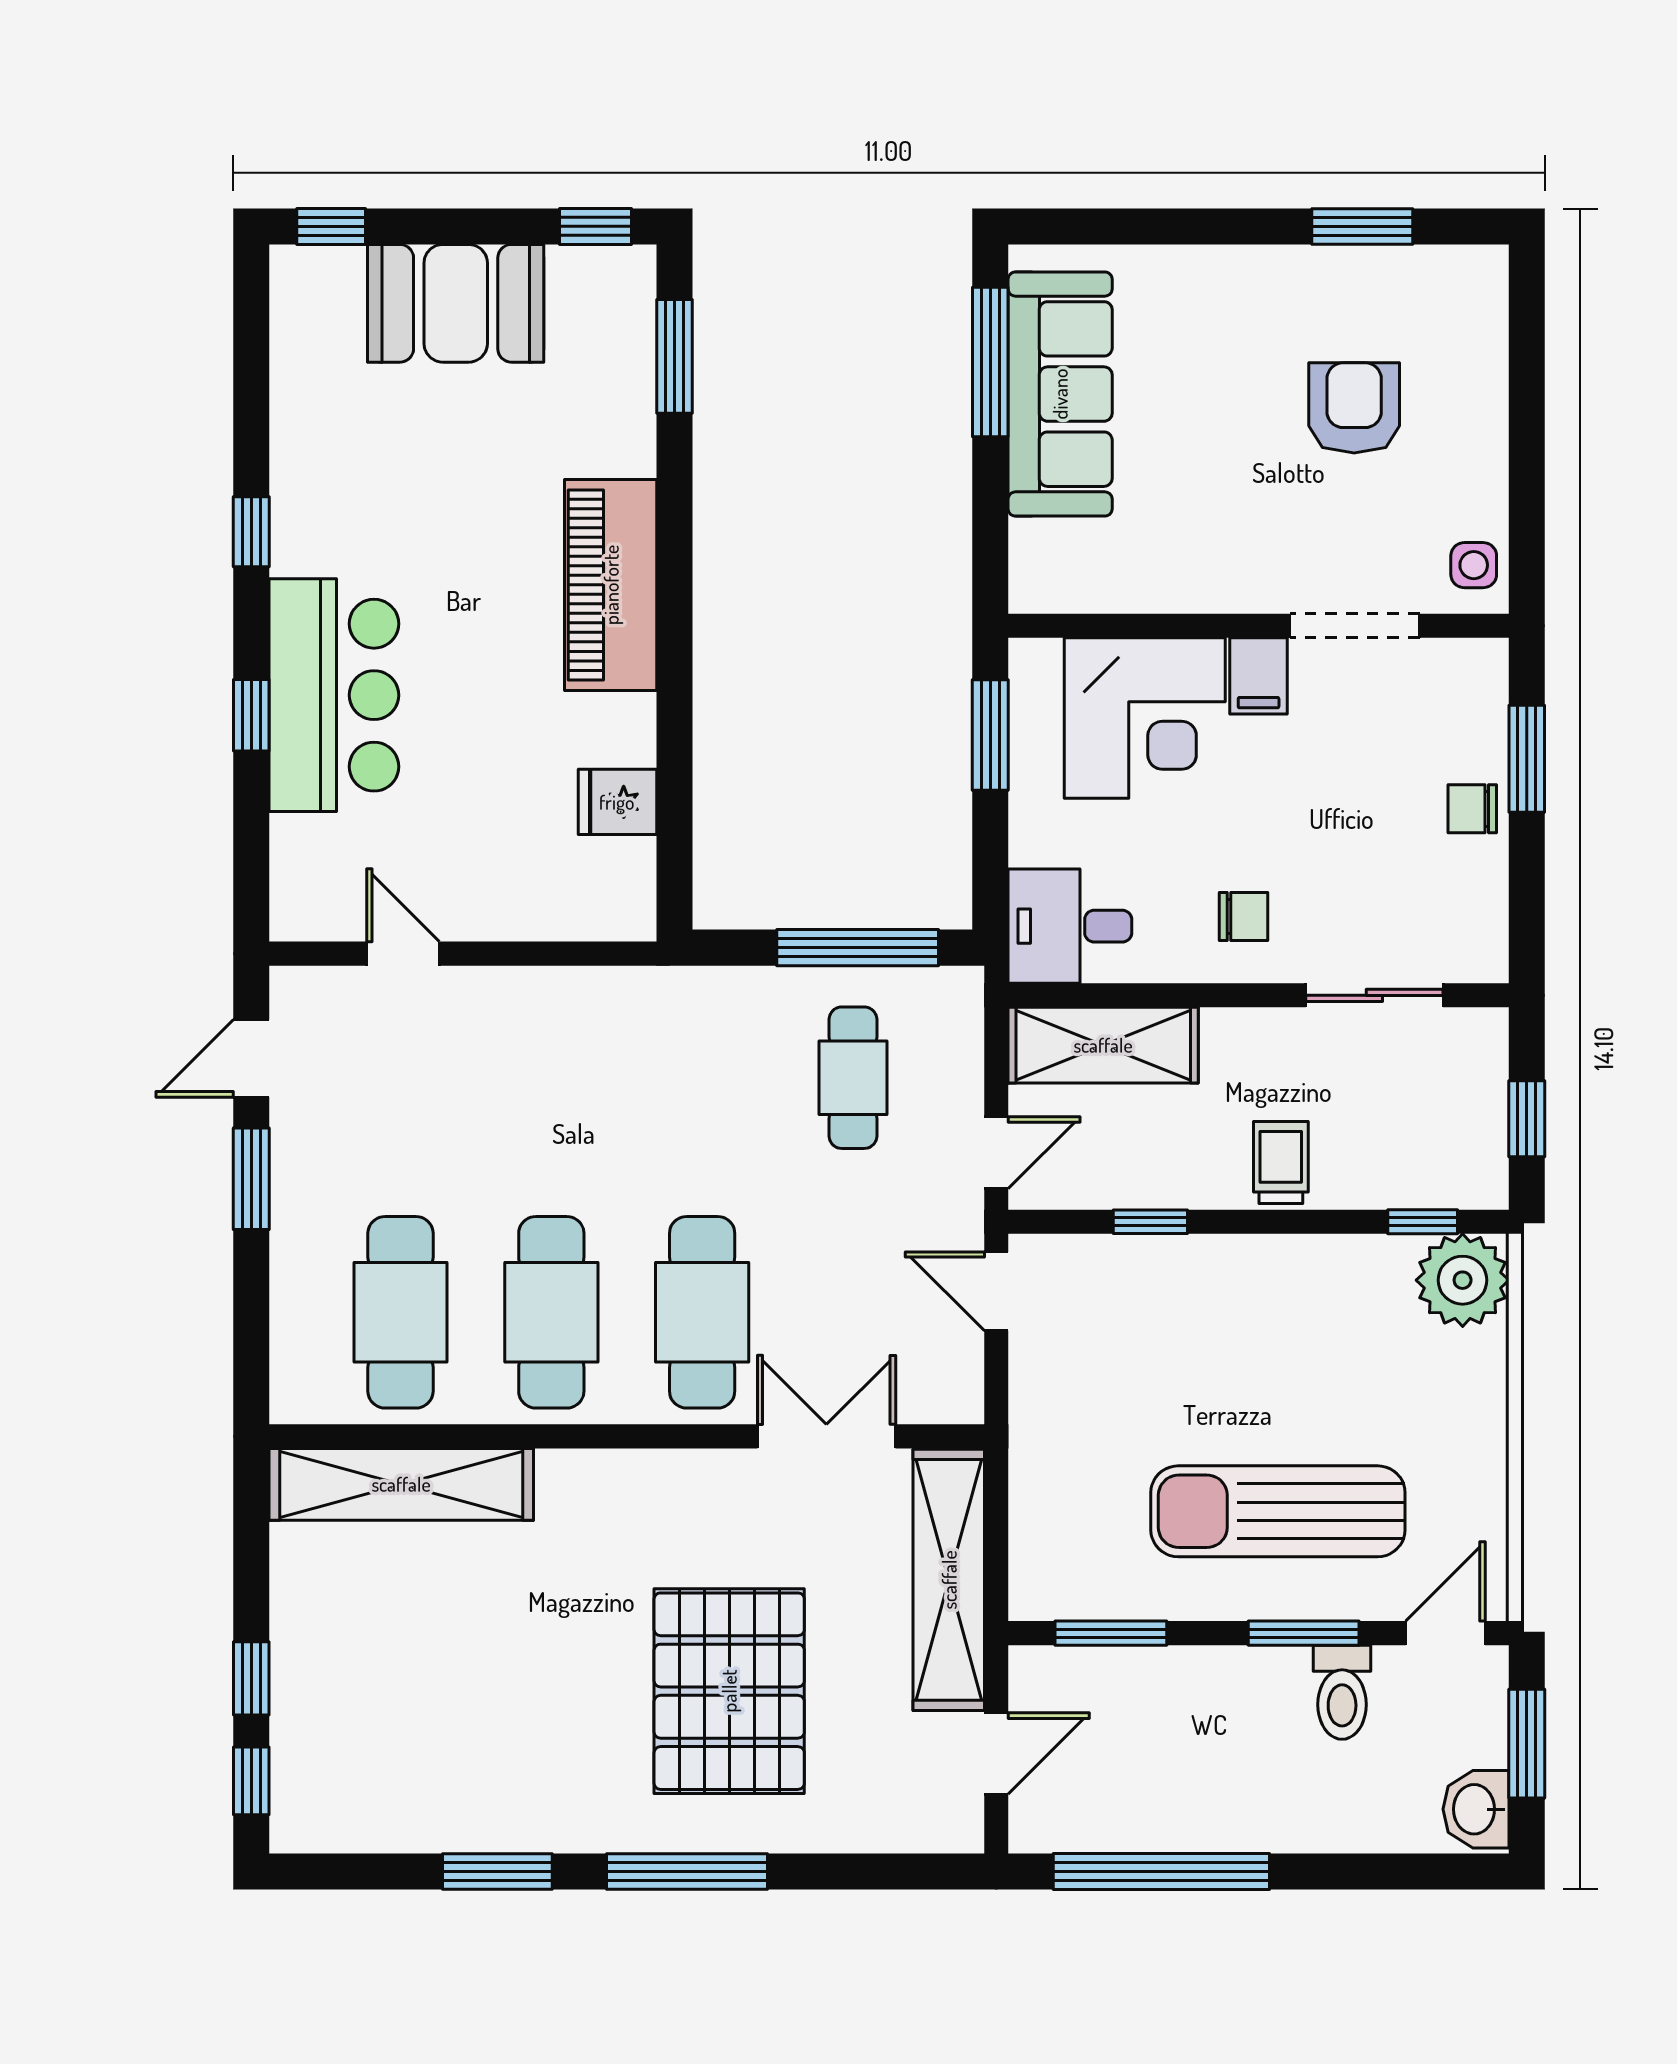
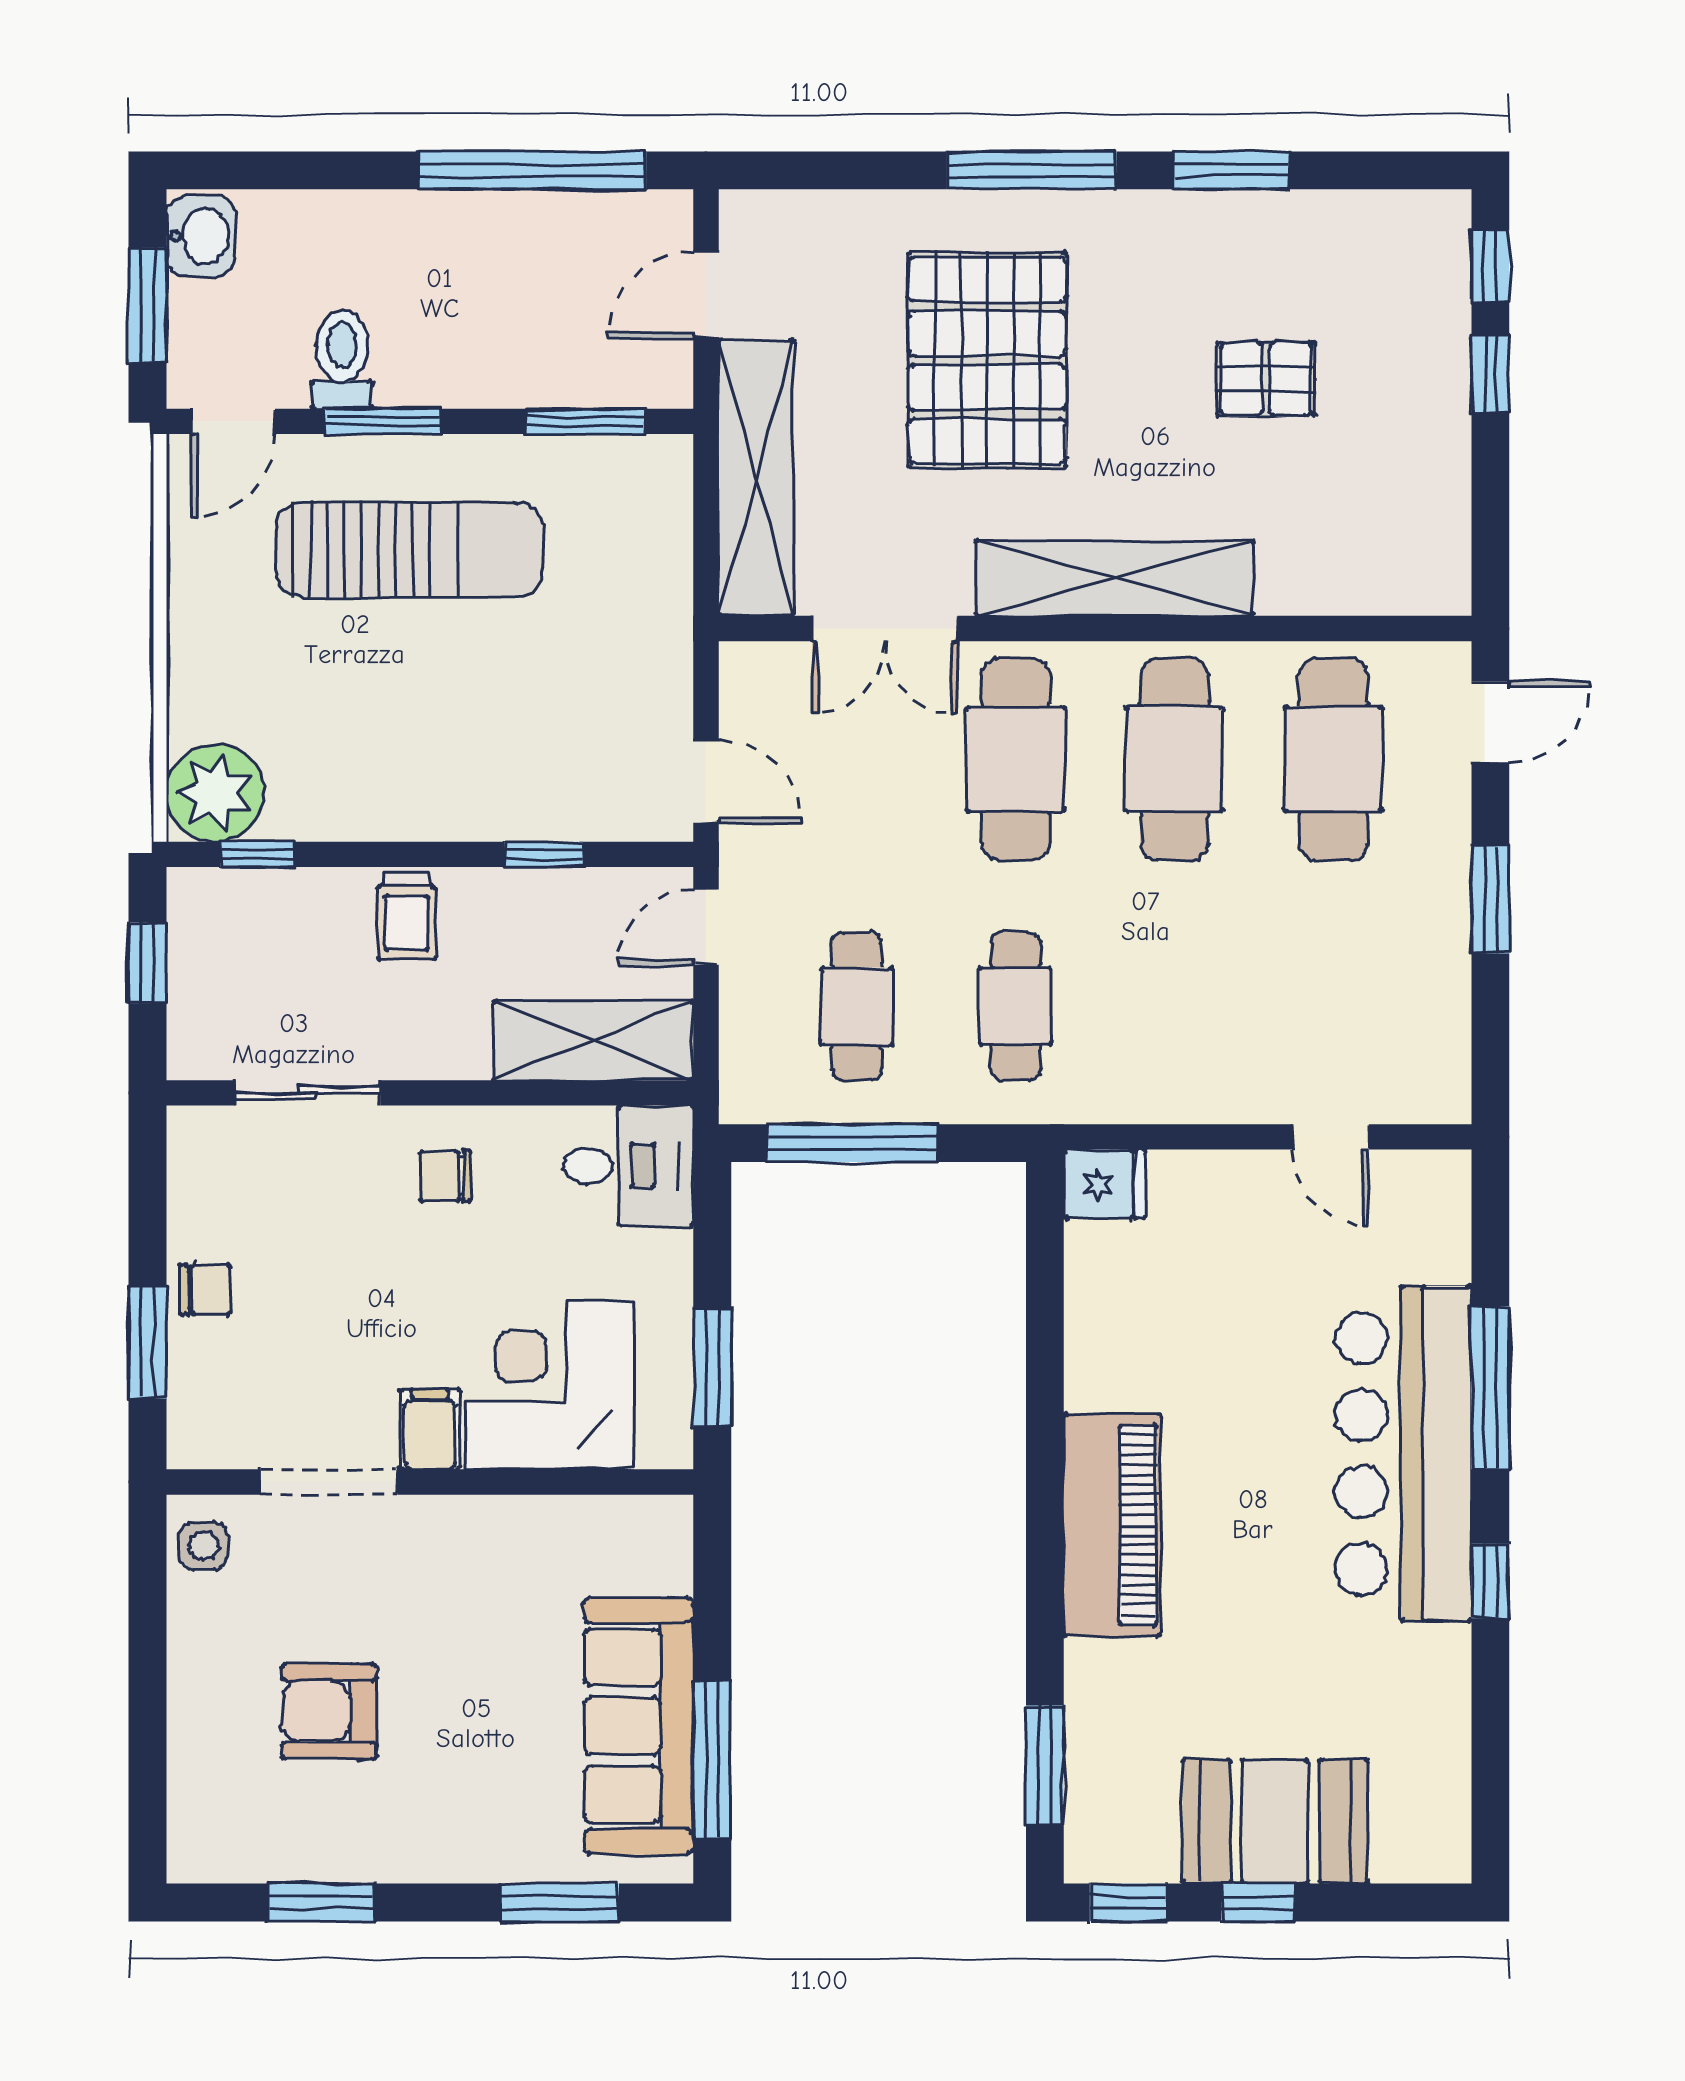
window: (331, 226) -> (1258, 1902), moved
window: (1135, 226) -> (560, 1902), added
armchair: (1354, 408) -> (329, 1711), turned 90
bar counter: (334, 695) -> (1403, 1454), width x1.36
window: (251, 715) -> (1490, 1388), width x2.17
fridge: (617, 802) -> (1105, 1184), moved
door: (251, 1058) -> (1490, 722), moved
cafe table: (702, 1078) -> (1016, 1006), added
shelving: (401, 1484) -> (1115, 578), moved
pallet: (465, 1673) -> (1266, 379), added

